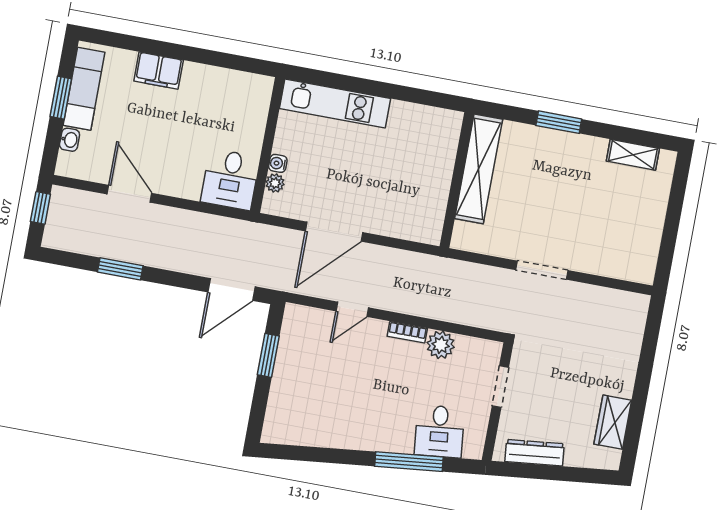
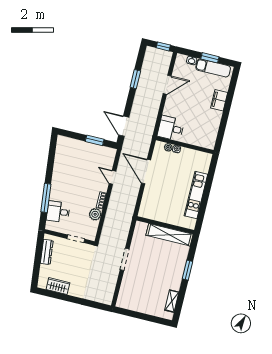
kitchen unit: (335, 104) -> (196, 195), moved

